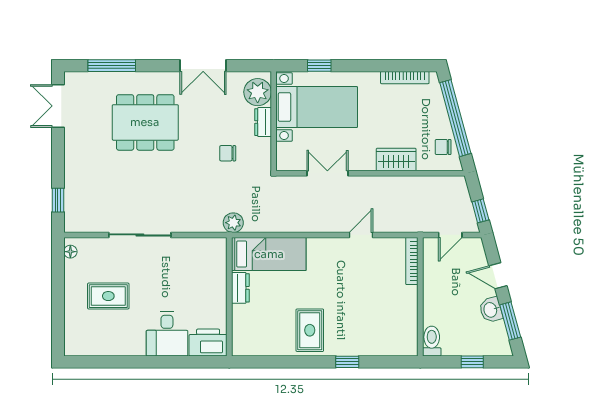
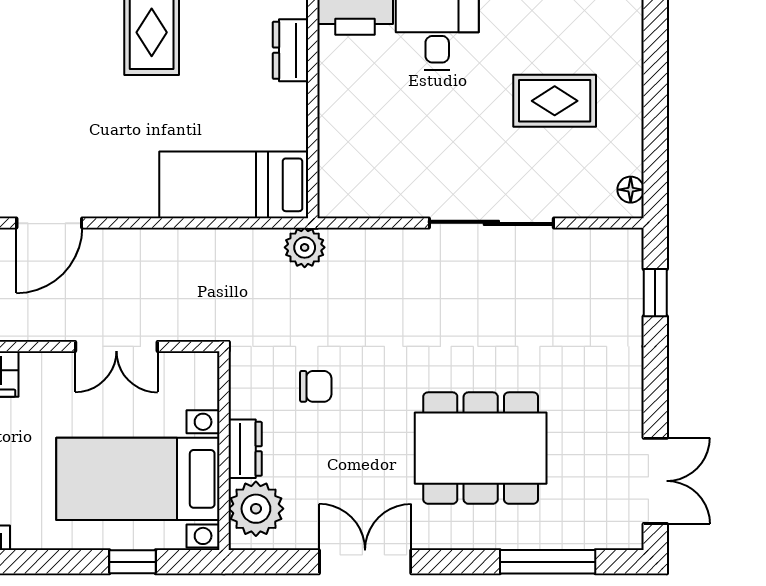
door: (361, 235) -> (49, 223), width x1.38
dresser: (240, 288) -> (290, 50), moved

